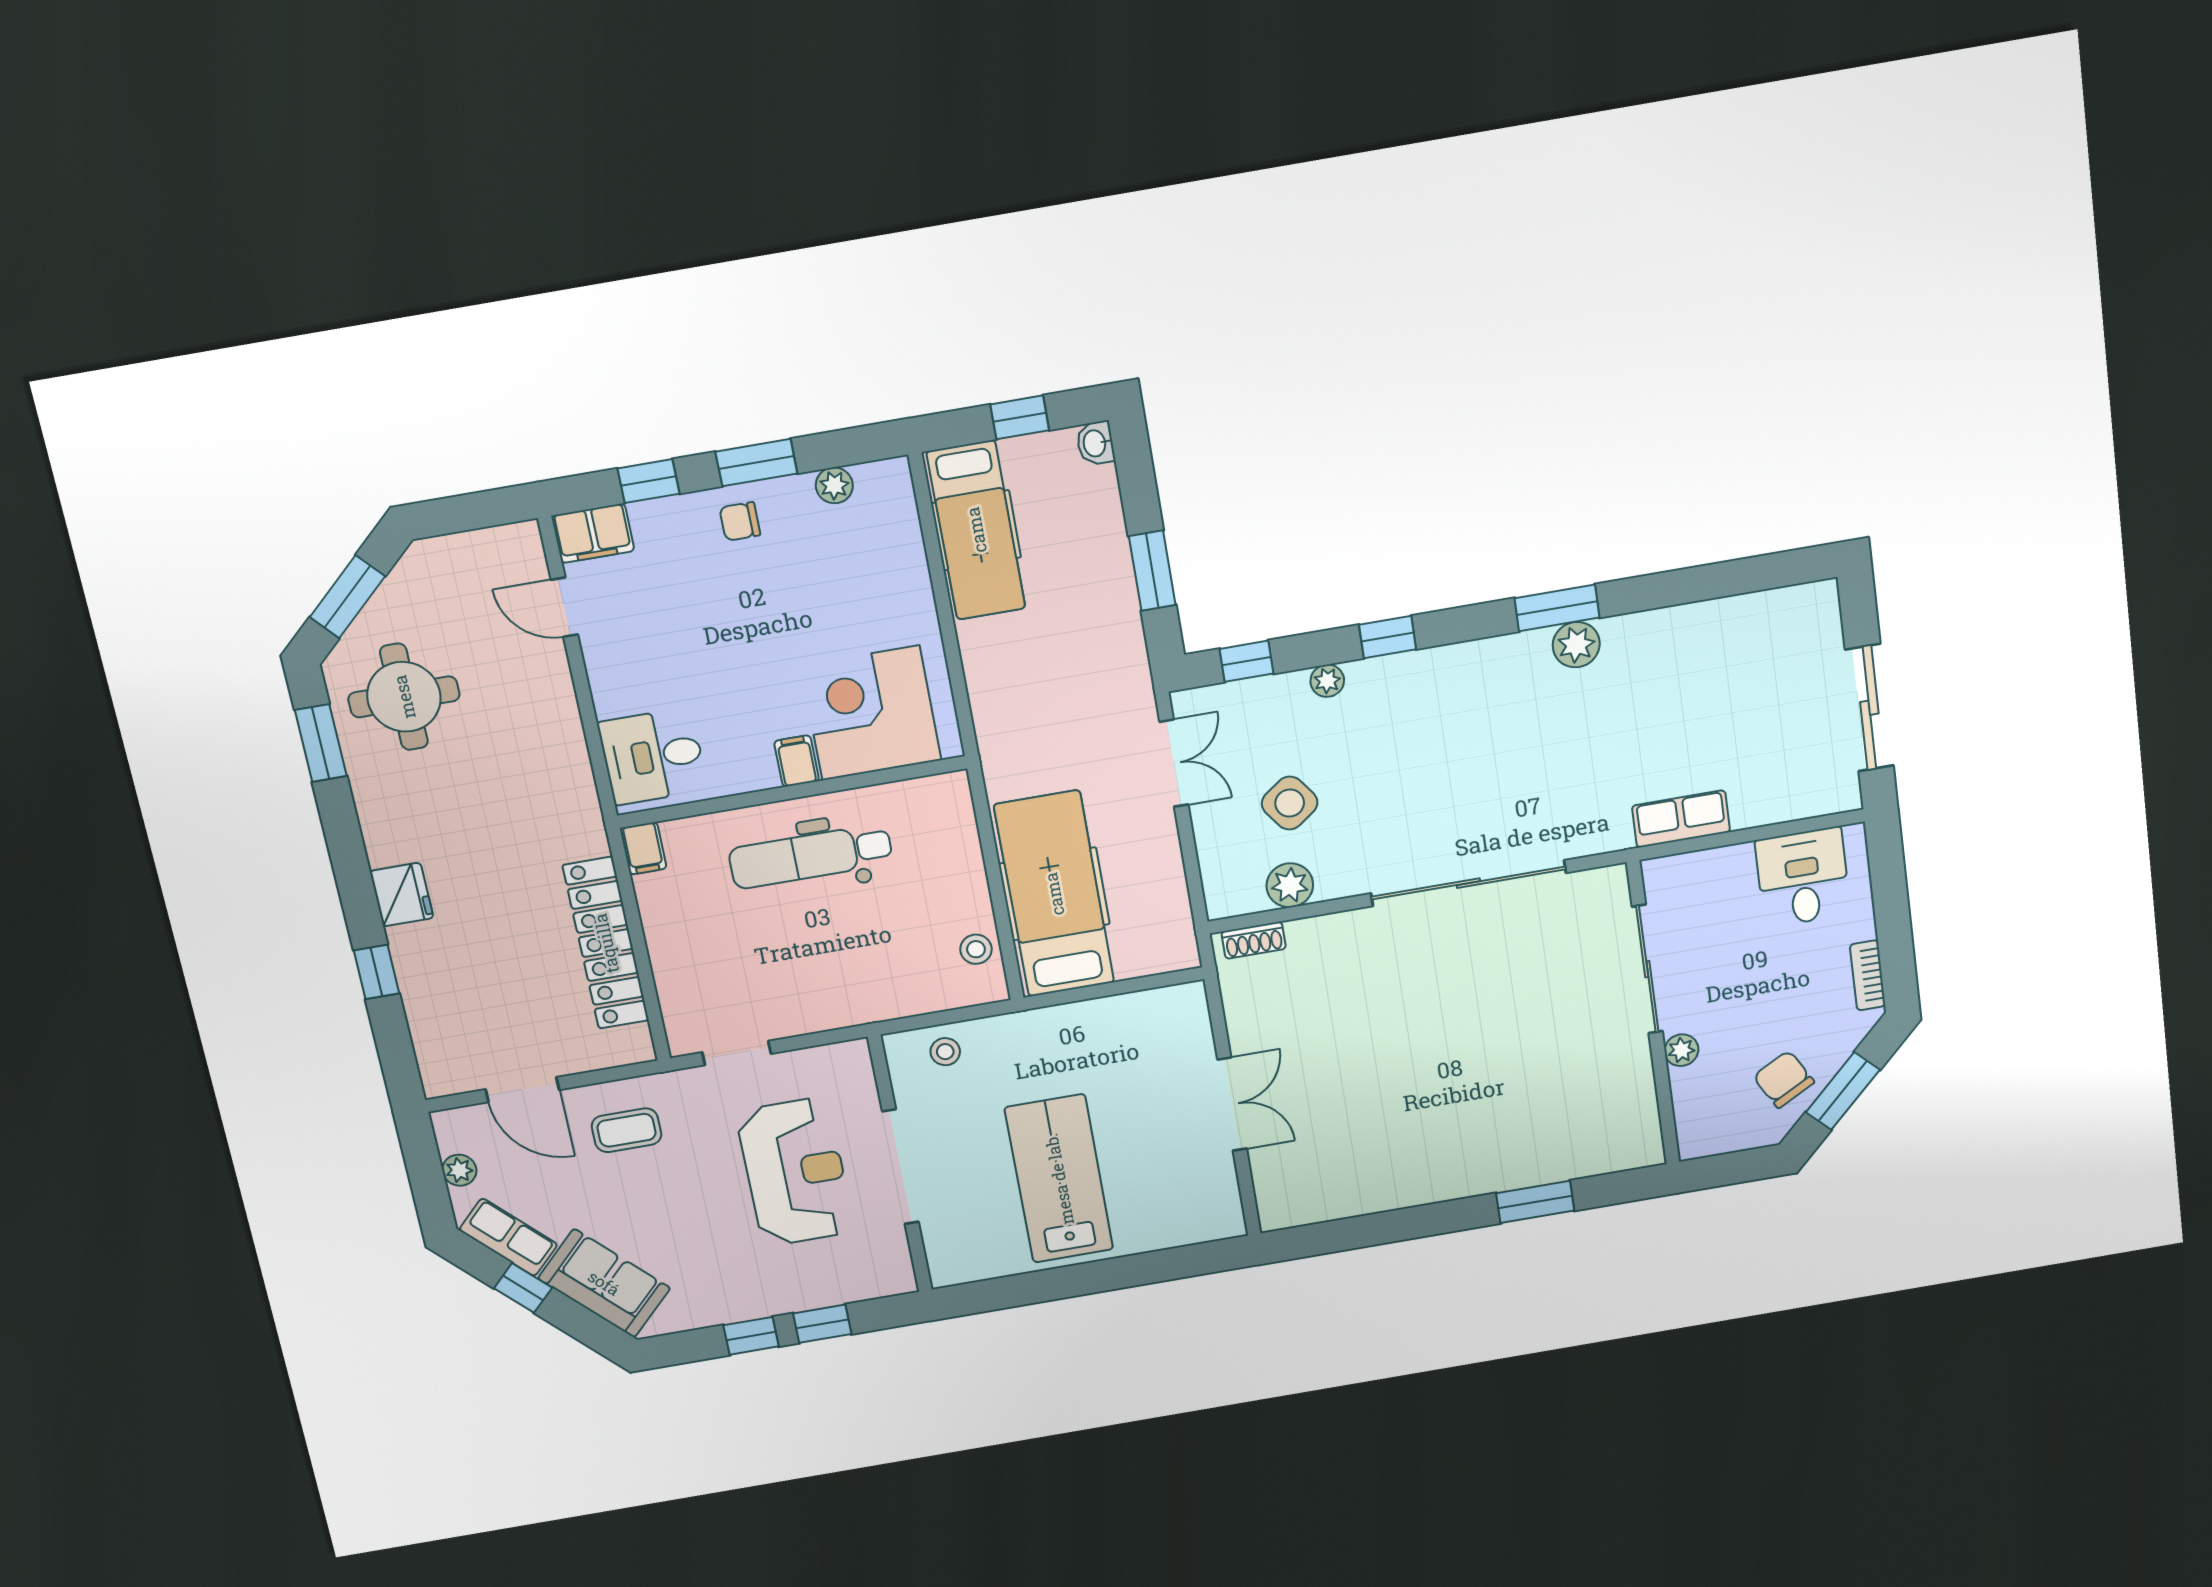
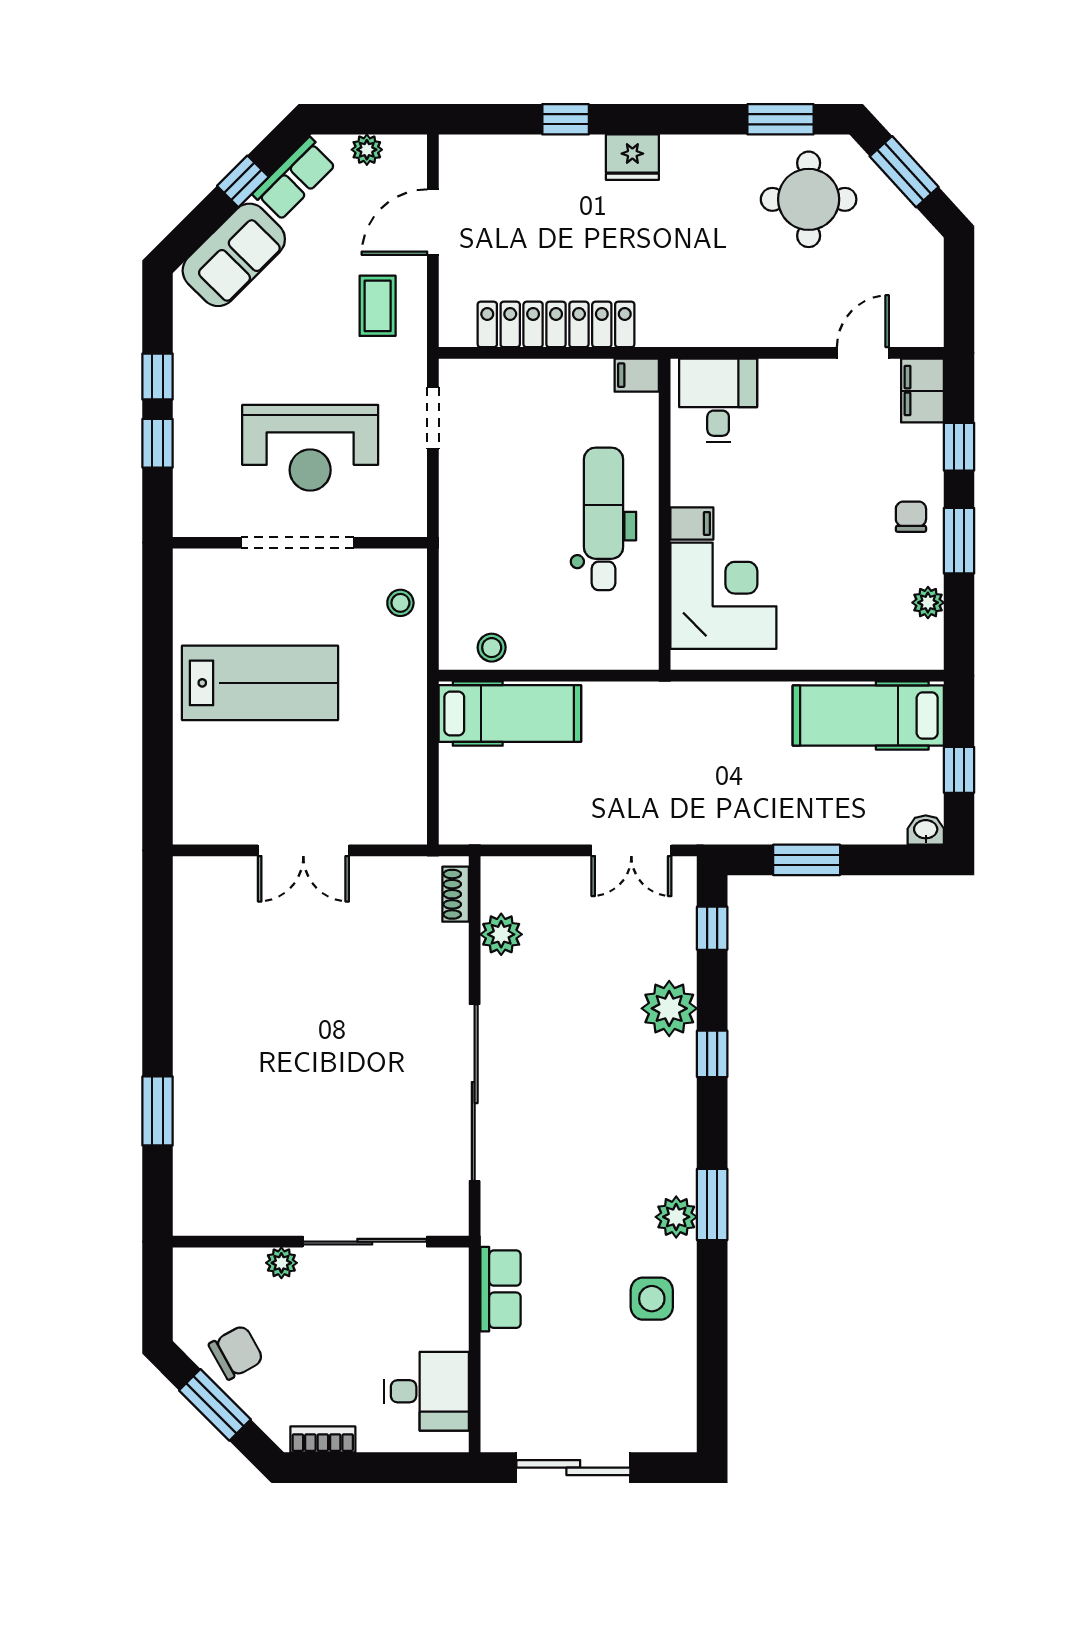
plant: (1327, 681) -> (669, 1008), width x1.88, depth x1.88
side table: (1290, 803) -> (652, 1299), moved, turned 36
hospital bed: (1054, 894) -> (510, 714), width x0.73, depth x0.78

